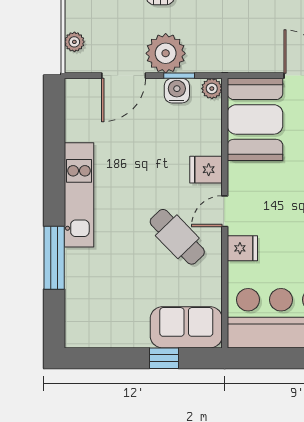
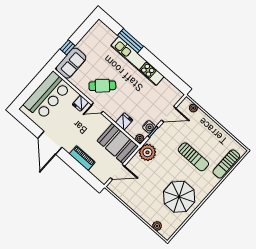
plant: (166, 53) -> (147, 152), moved
door: (124, 76) -> (169, 114), swing flipped
fridge: (206, 170) -> (124, 121), moved
kitchen unit: (79, 195) -> (137, 61), width x1.36
door: (225, 211) -> (97, 108), swing flipped

